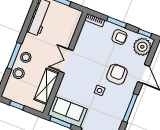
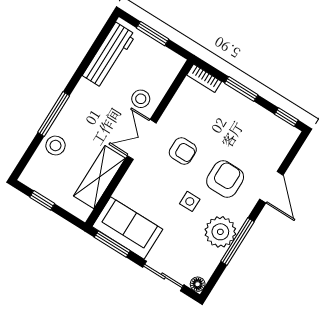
armchair: (119, 37) -> (183, 151), moved
plant: (142, 47) -> (220, 232), moved
stool: (26, 57) -> (141, 99), moved

